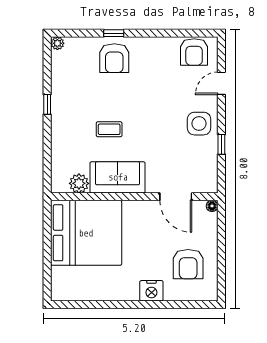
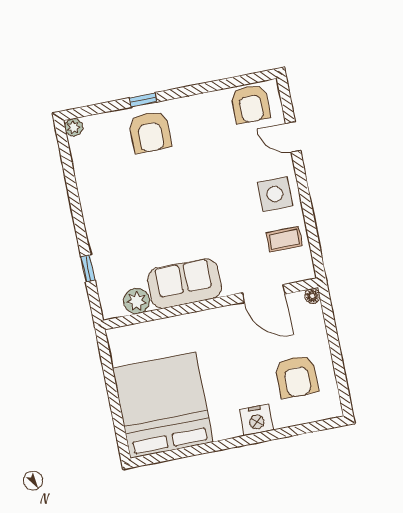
door: (221, 83) -> (293, 137), hinge flipped
window: (47, 104) -> (88, 268), moved
coffee table: (109, 129) -> (284, 239), moved
window: (221, 144) -> (309, 215), removed
bed: (86, 233) -> (163, 405), moved, turned -90

